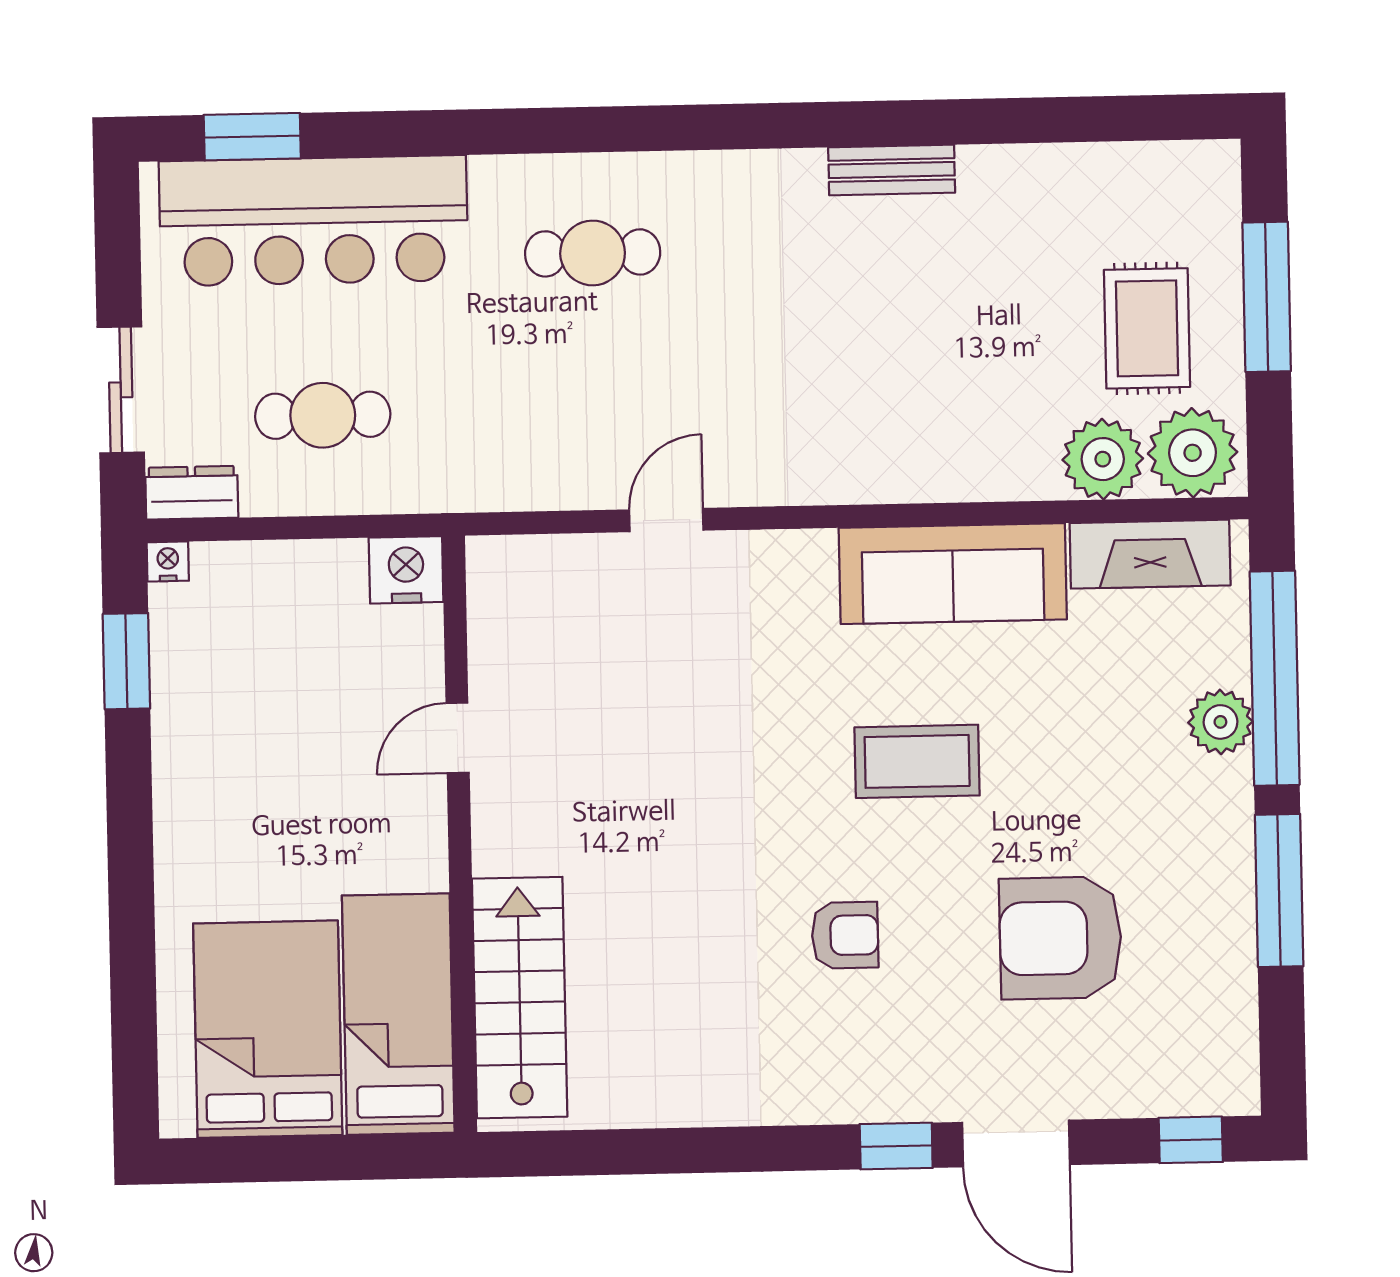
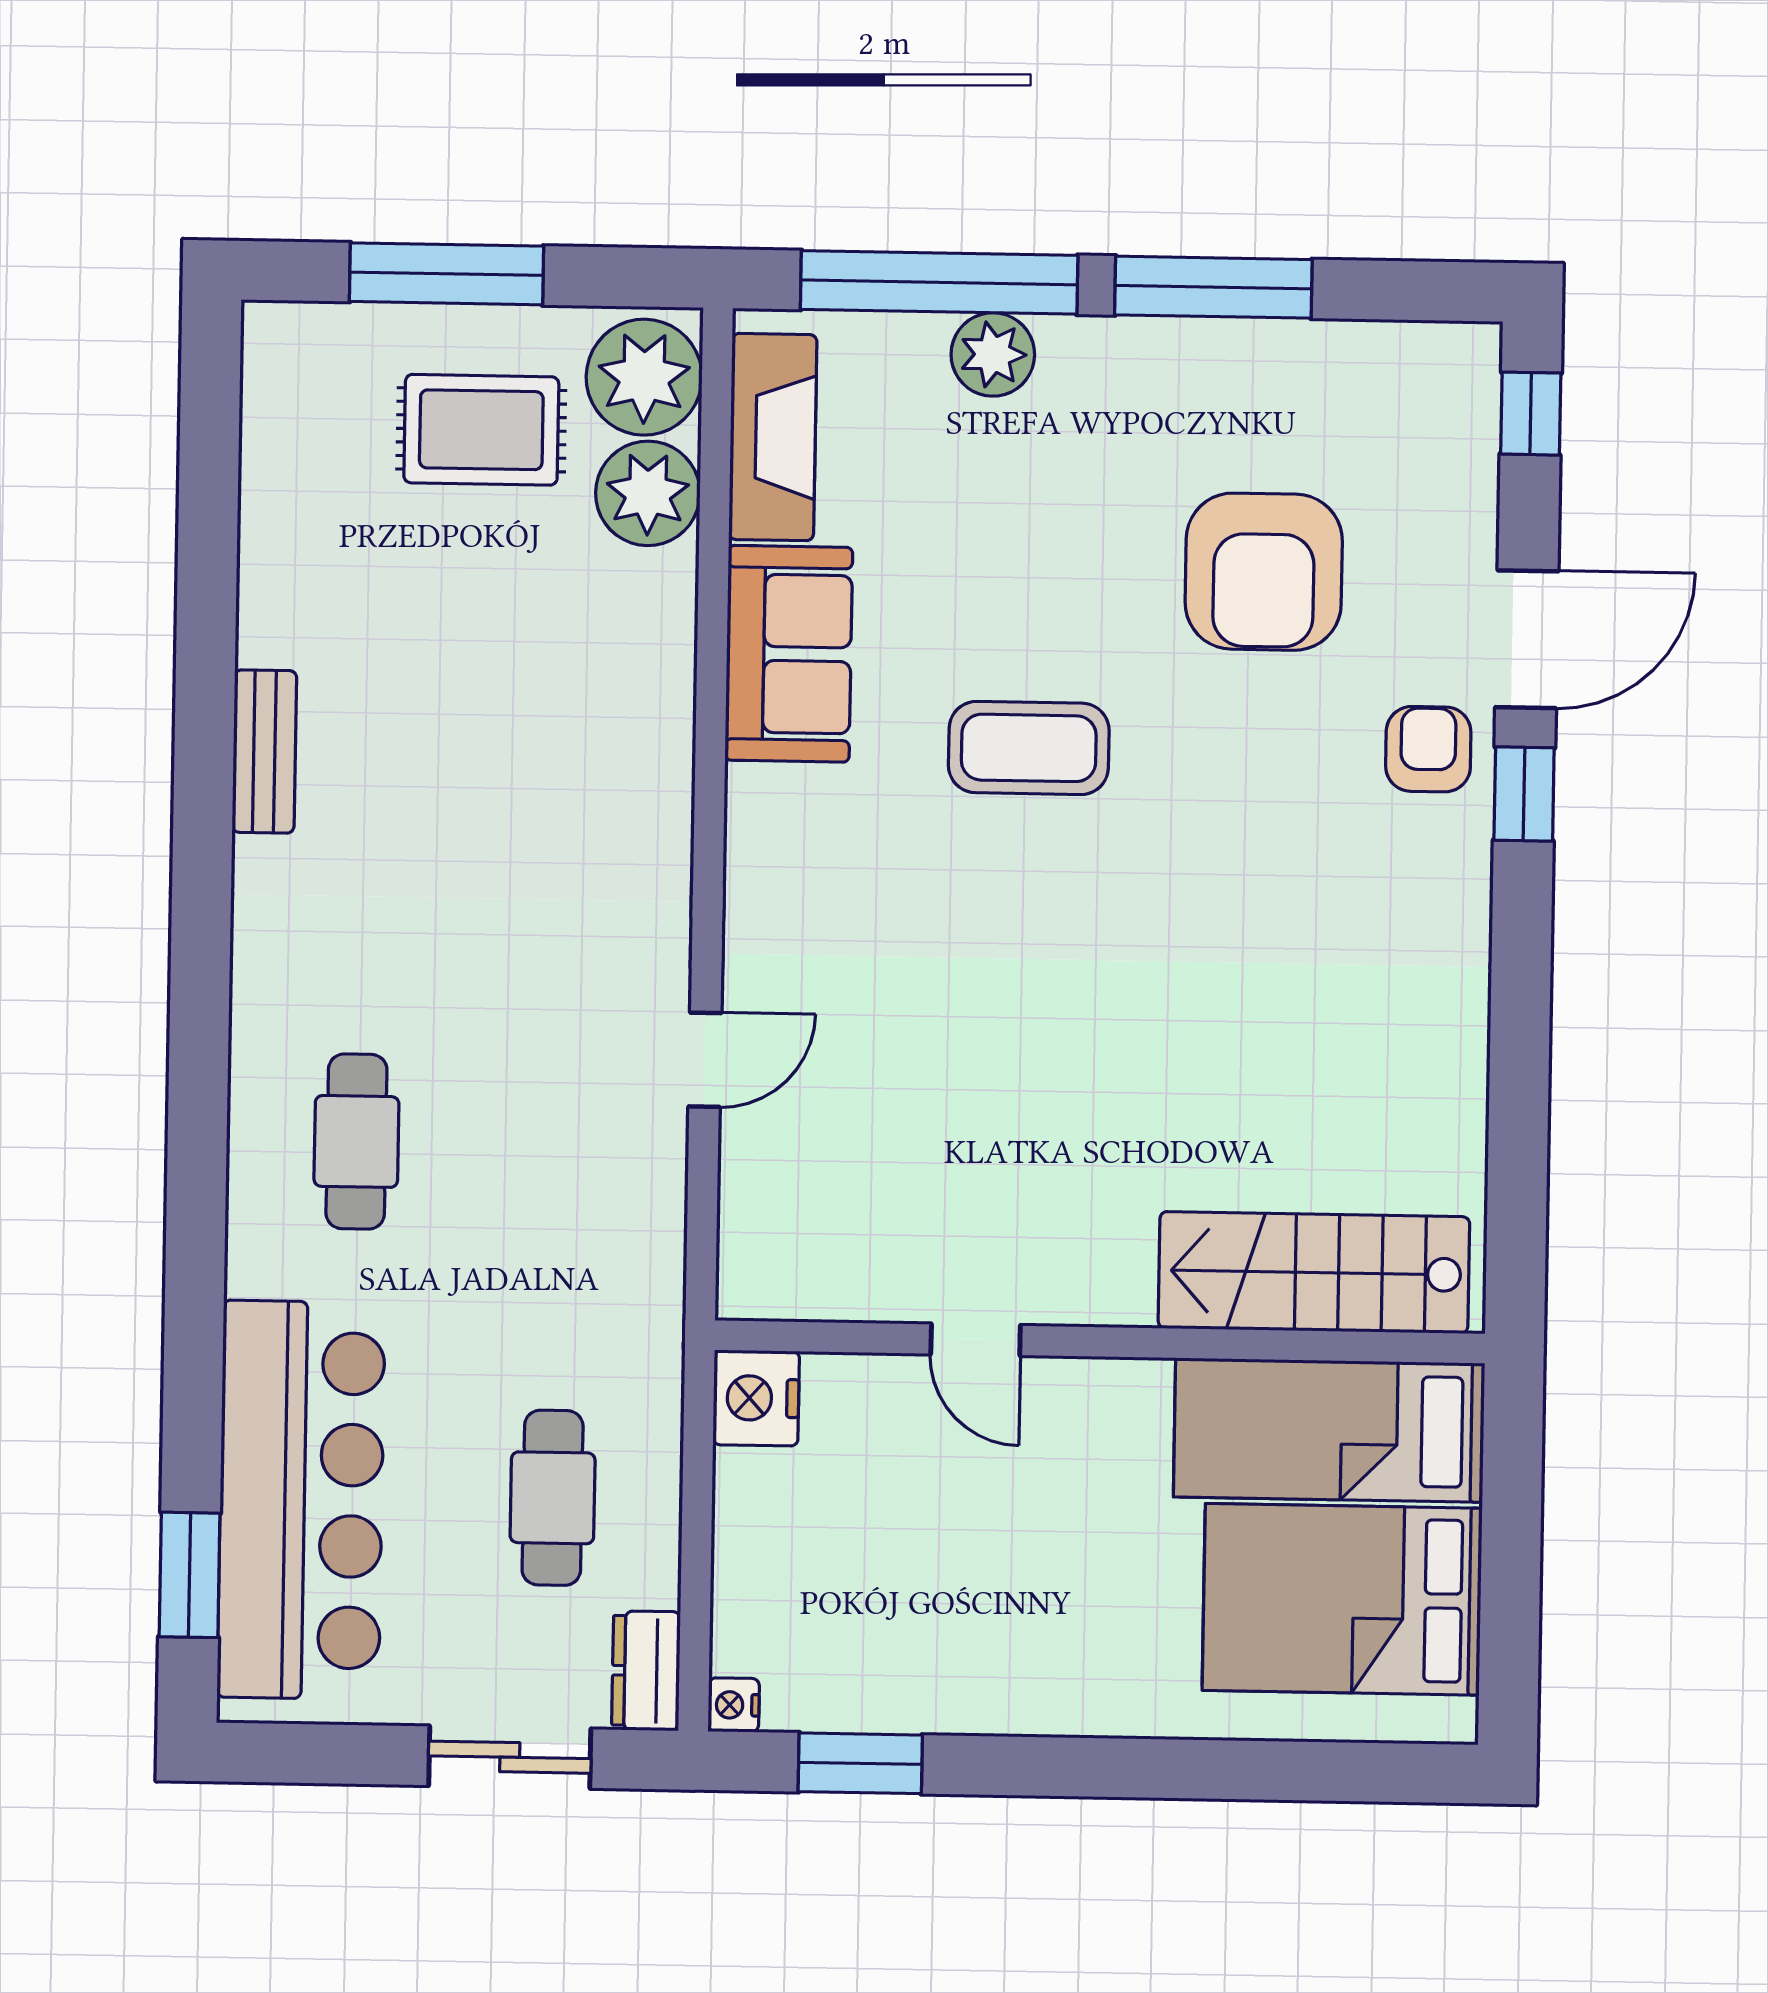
door: (666, 520) -> (705, 1060), swing flipped
sofa: (953, 574) -> (789, 654), width x0.73
coffee table: (917, 761) -> (1029, 748), turned 90
armchair: (845, 935) -> (1428, 749), moved

